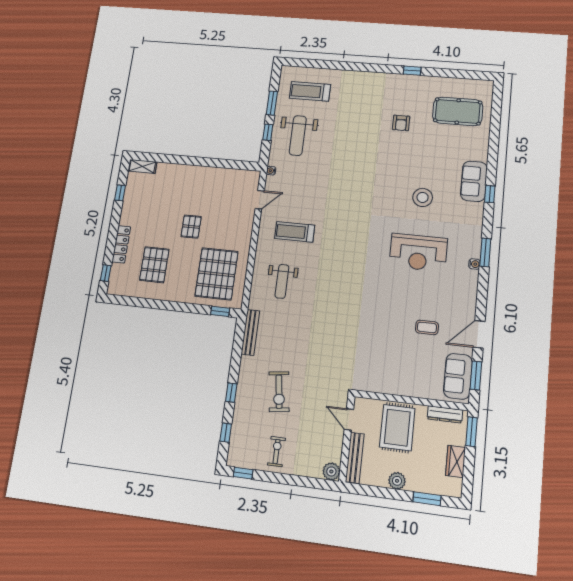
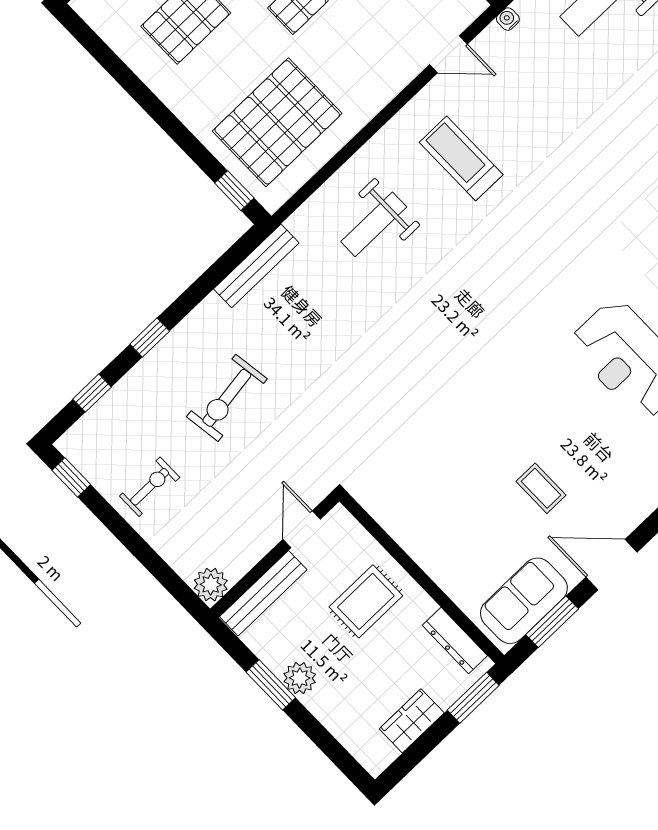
rug: (397, 428) -> (366, 601), width x0.73, depth x0.70
window: (427, 499) -> (271, 685), moved

